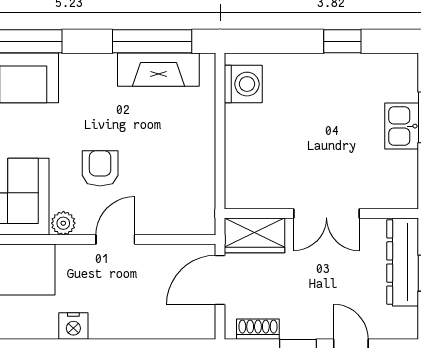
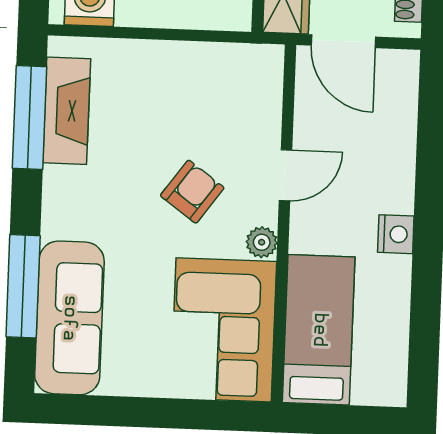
armchair: (100, 168) -> (192, 192), turned 126
door: (115, 240) -> (286, 175), swing flipped

